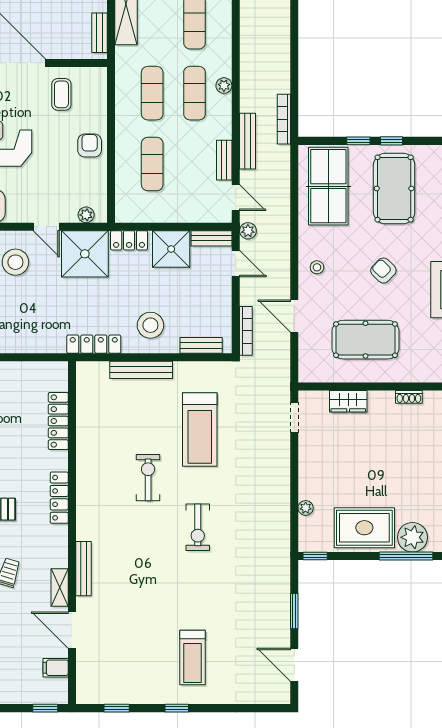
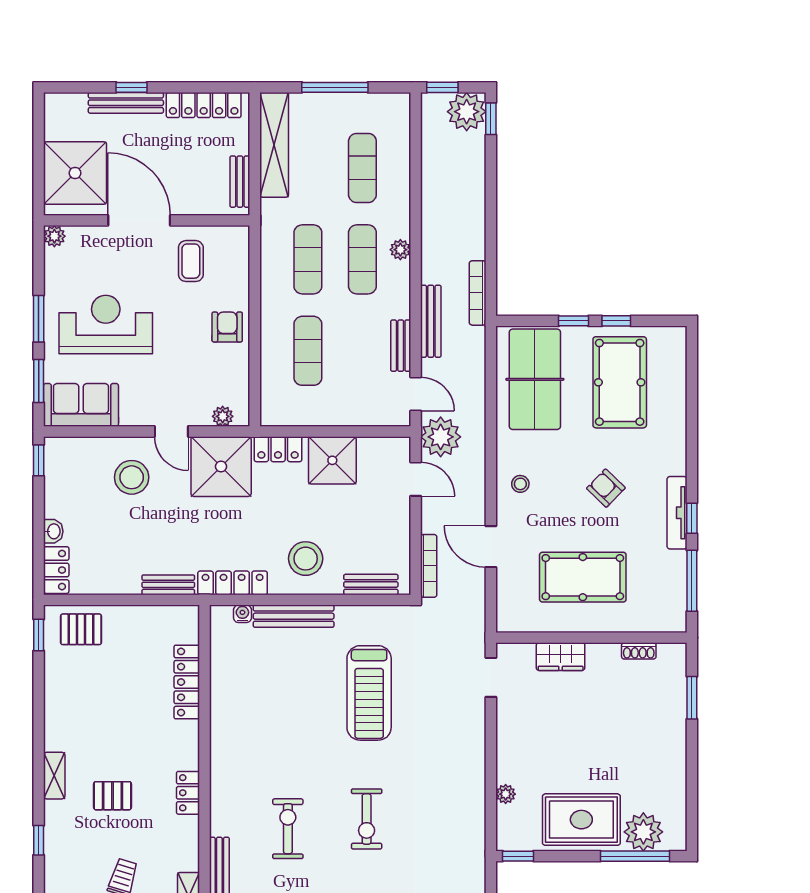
plant: (248, 231) -> (441, 437), width x1.87, depth x1.87
bench: (211, 238) -> (168, 585), moved
water cooler: (101, 368) -> (242, 614), added
exercise bike: (148, 478) -> (288, 829), moved
locker: (59, 498) -> (188, 793), width x0.66

